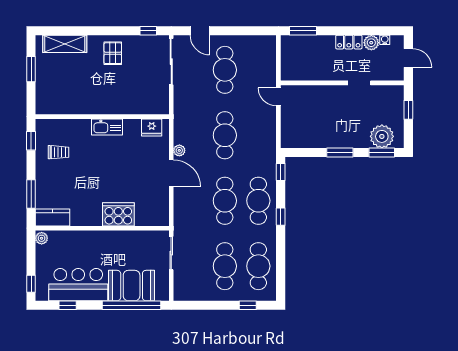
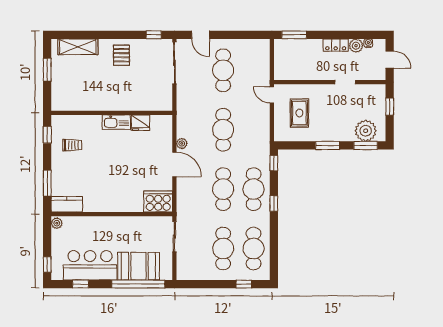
rug: (309, 117) -> (299, 113), added
fridge: (152, 127) -> (140, 123), moved
cooker: (118, 214) -> (158, 202), moved

